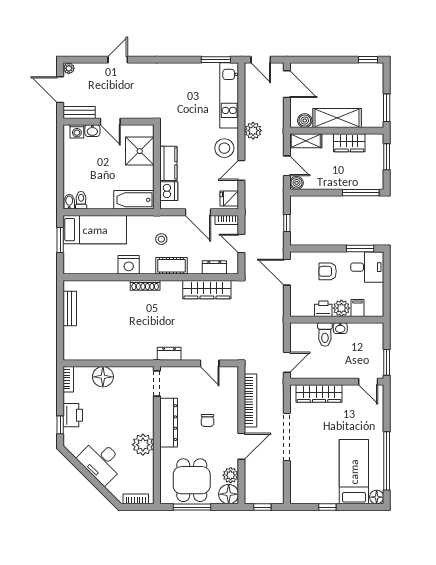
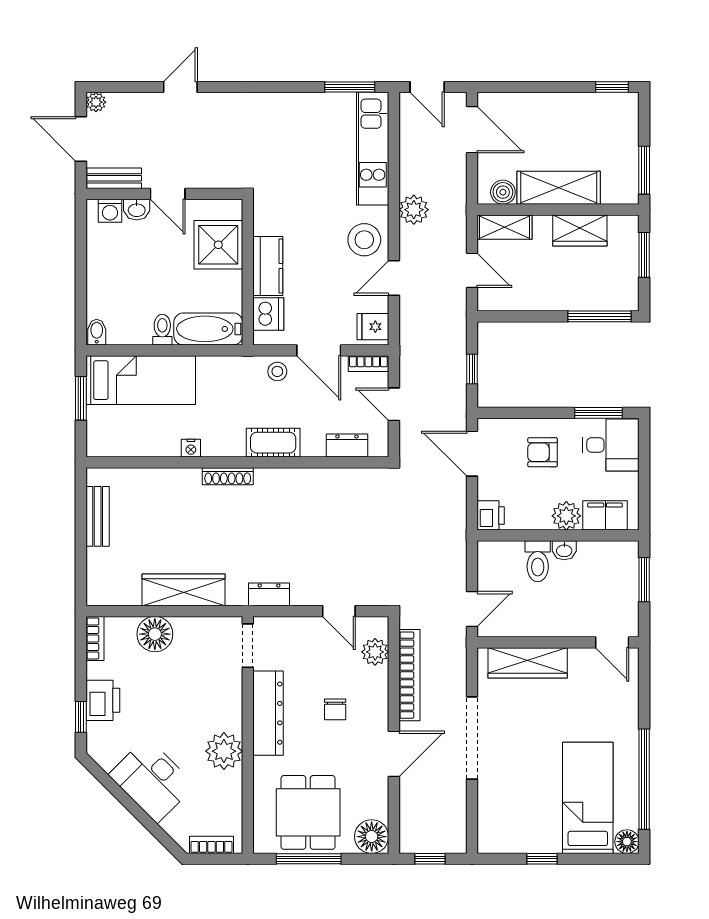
boiler: (297, 183) -> (489, 300), removed
toilet: (81, 200) -> (162, 330), moved
stool: (161, 239) -> (277, 371), moved
nightstand: (129, 265) -> (191, 448), width x0.53, depth x0.56
wardrobe: (207, 290) -> (183, 590), moved, turned 180
filing cabinet: (358, 308) -> (605, 515), width x2.00
printer: (323, 309) -> (491, 515), moved, turned 90
window: (387, 362) -> (644, 580), moved
plant: (231, 475) -> (375, 652), moved

